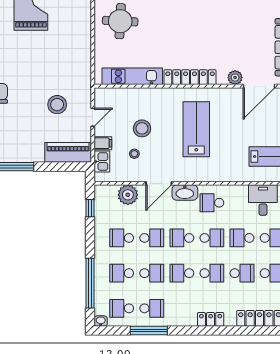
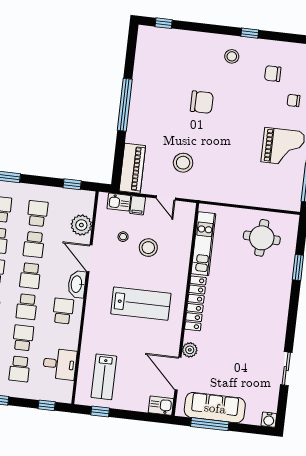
school desk: (182, 238) -> (30, 276), turned 180

